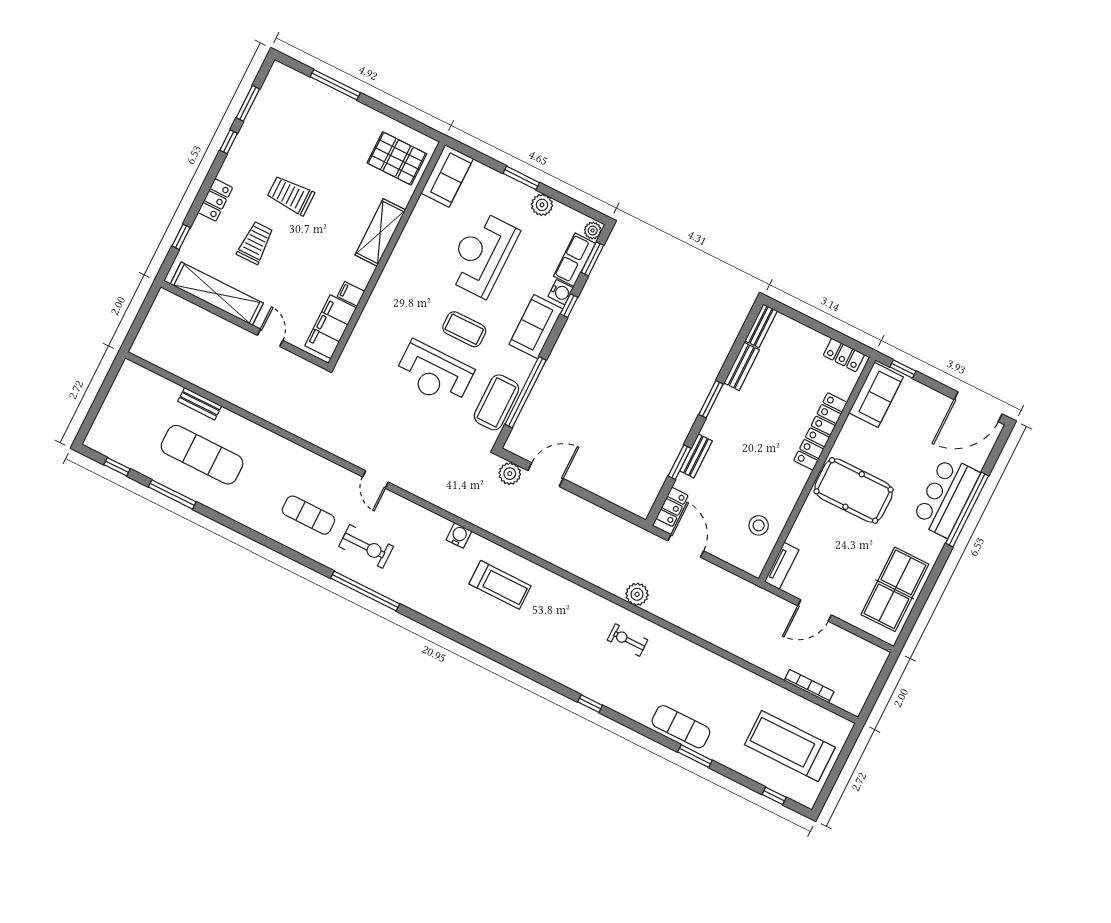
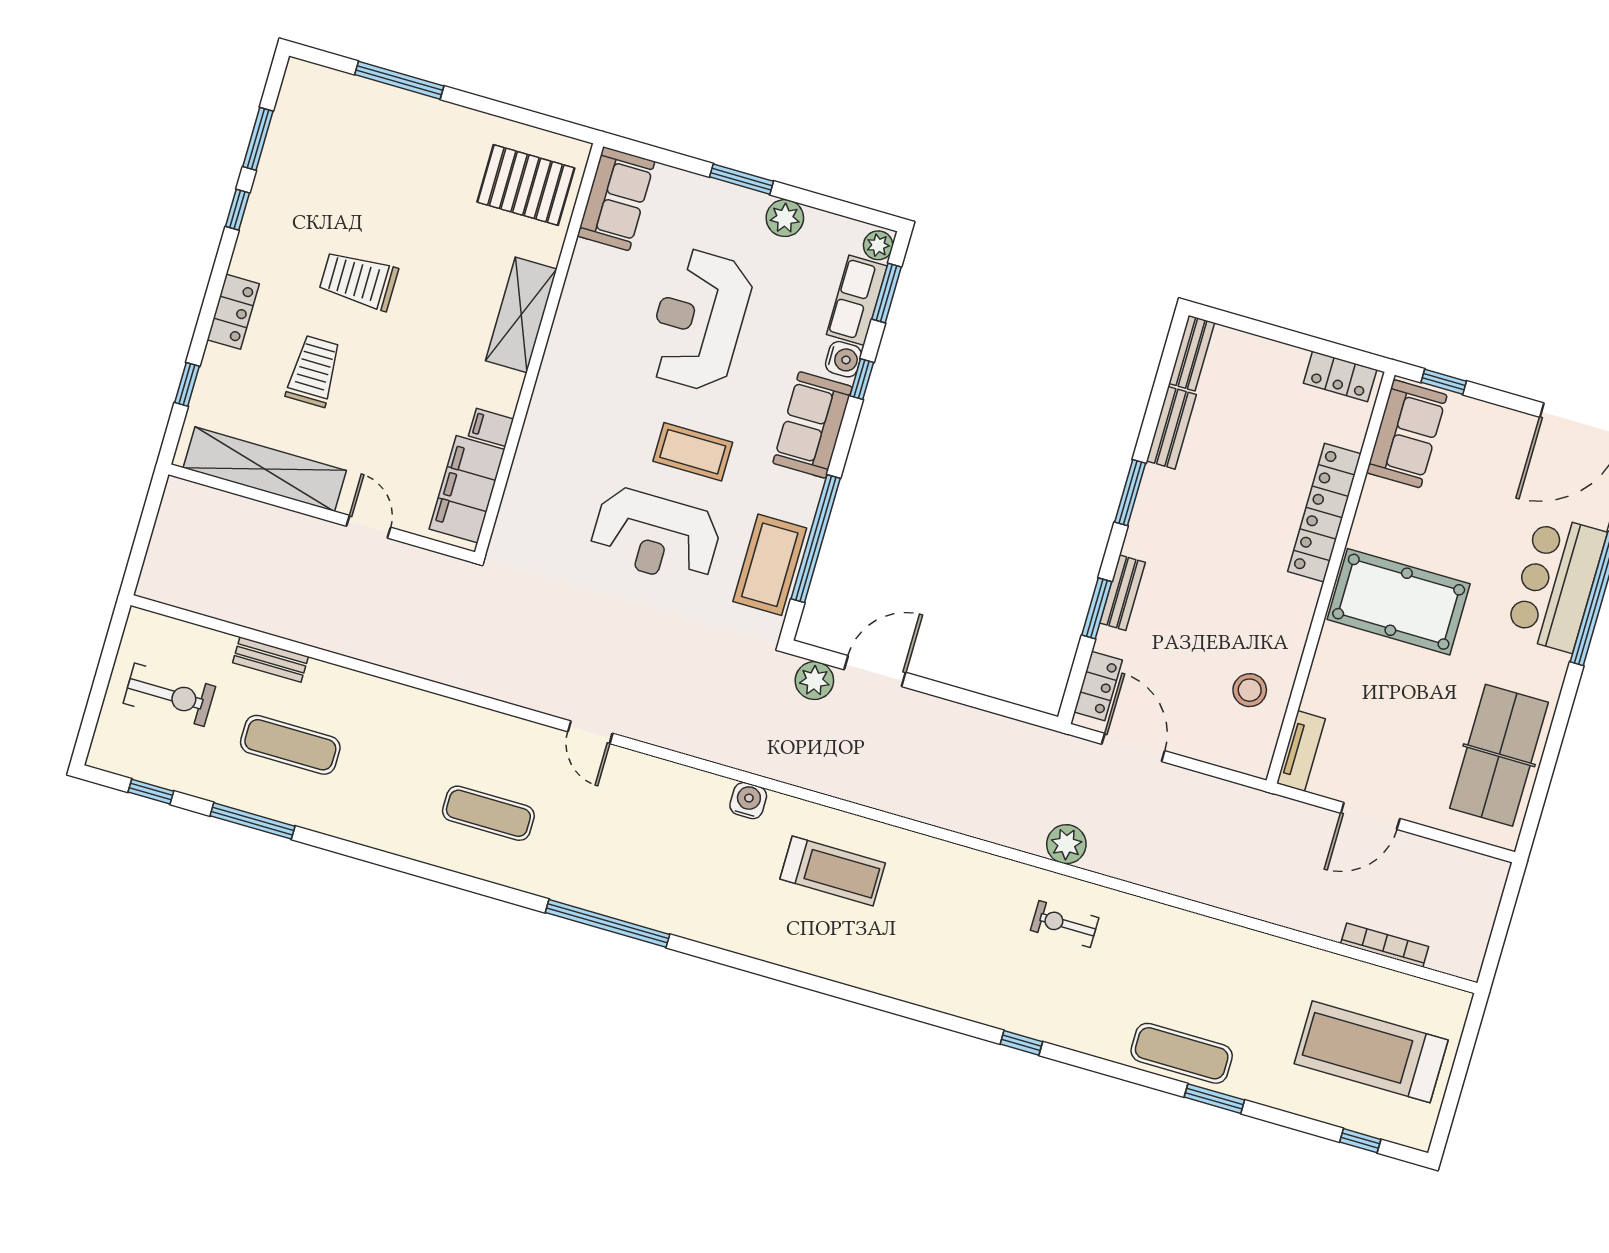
exercise mat: (202, 455) -> (290, 745), width x0.73, depth x0.69
exercise bike: (366, 546) -> (169, 695), moved

